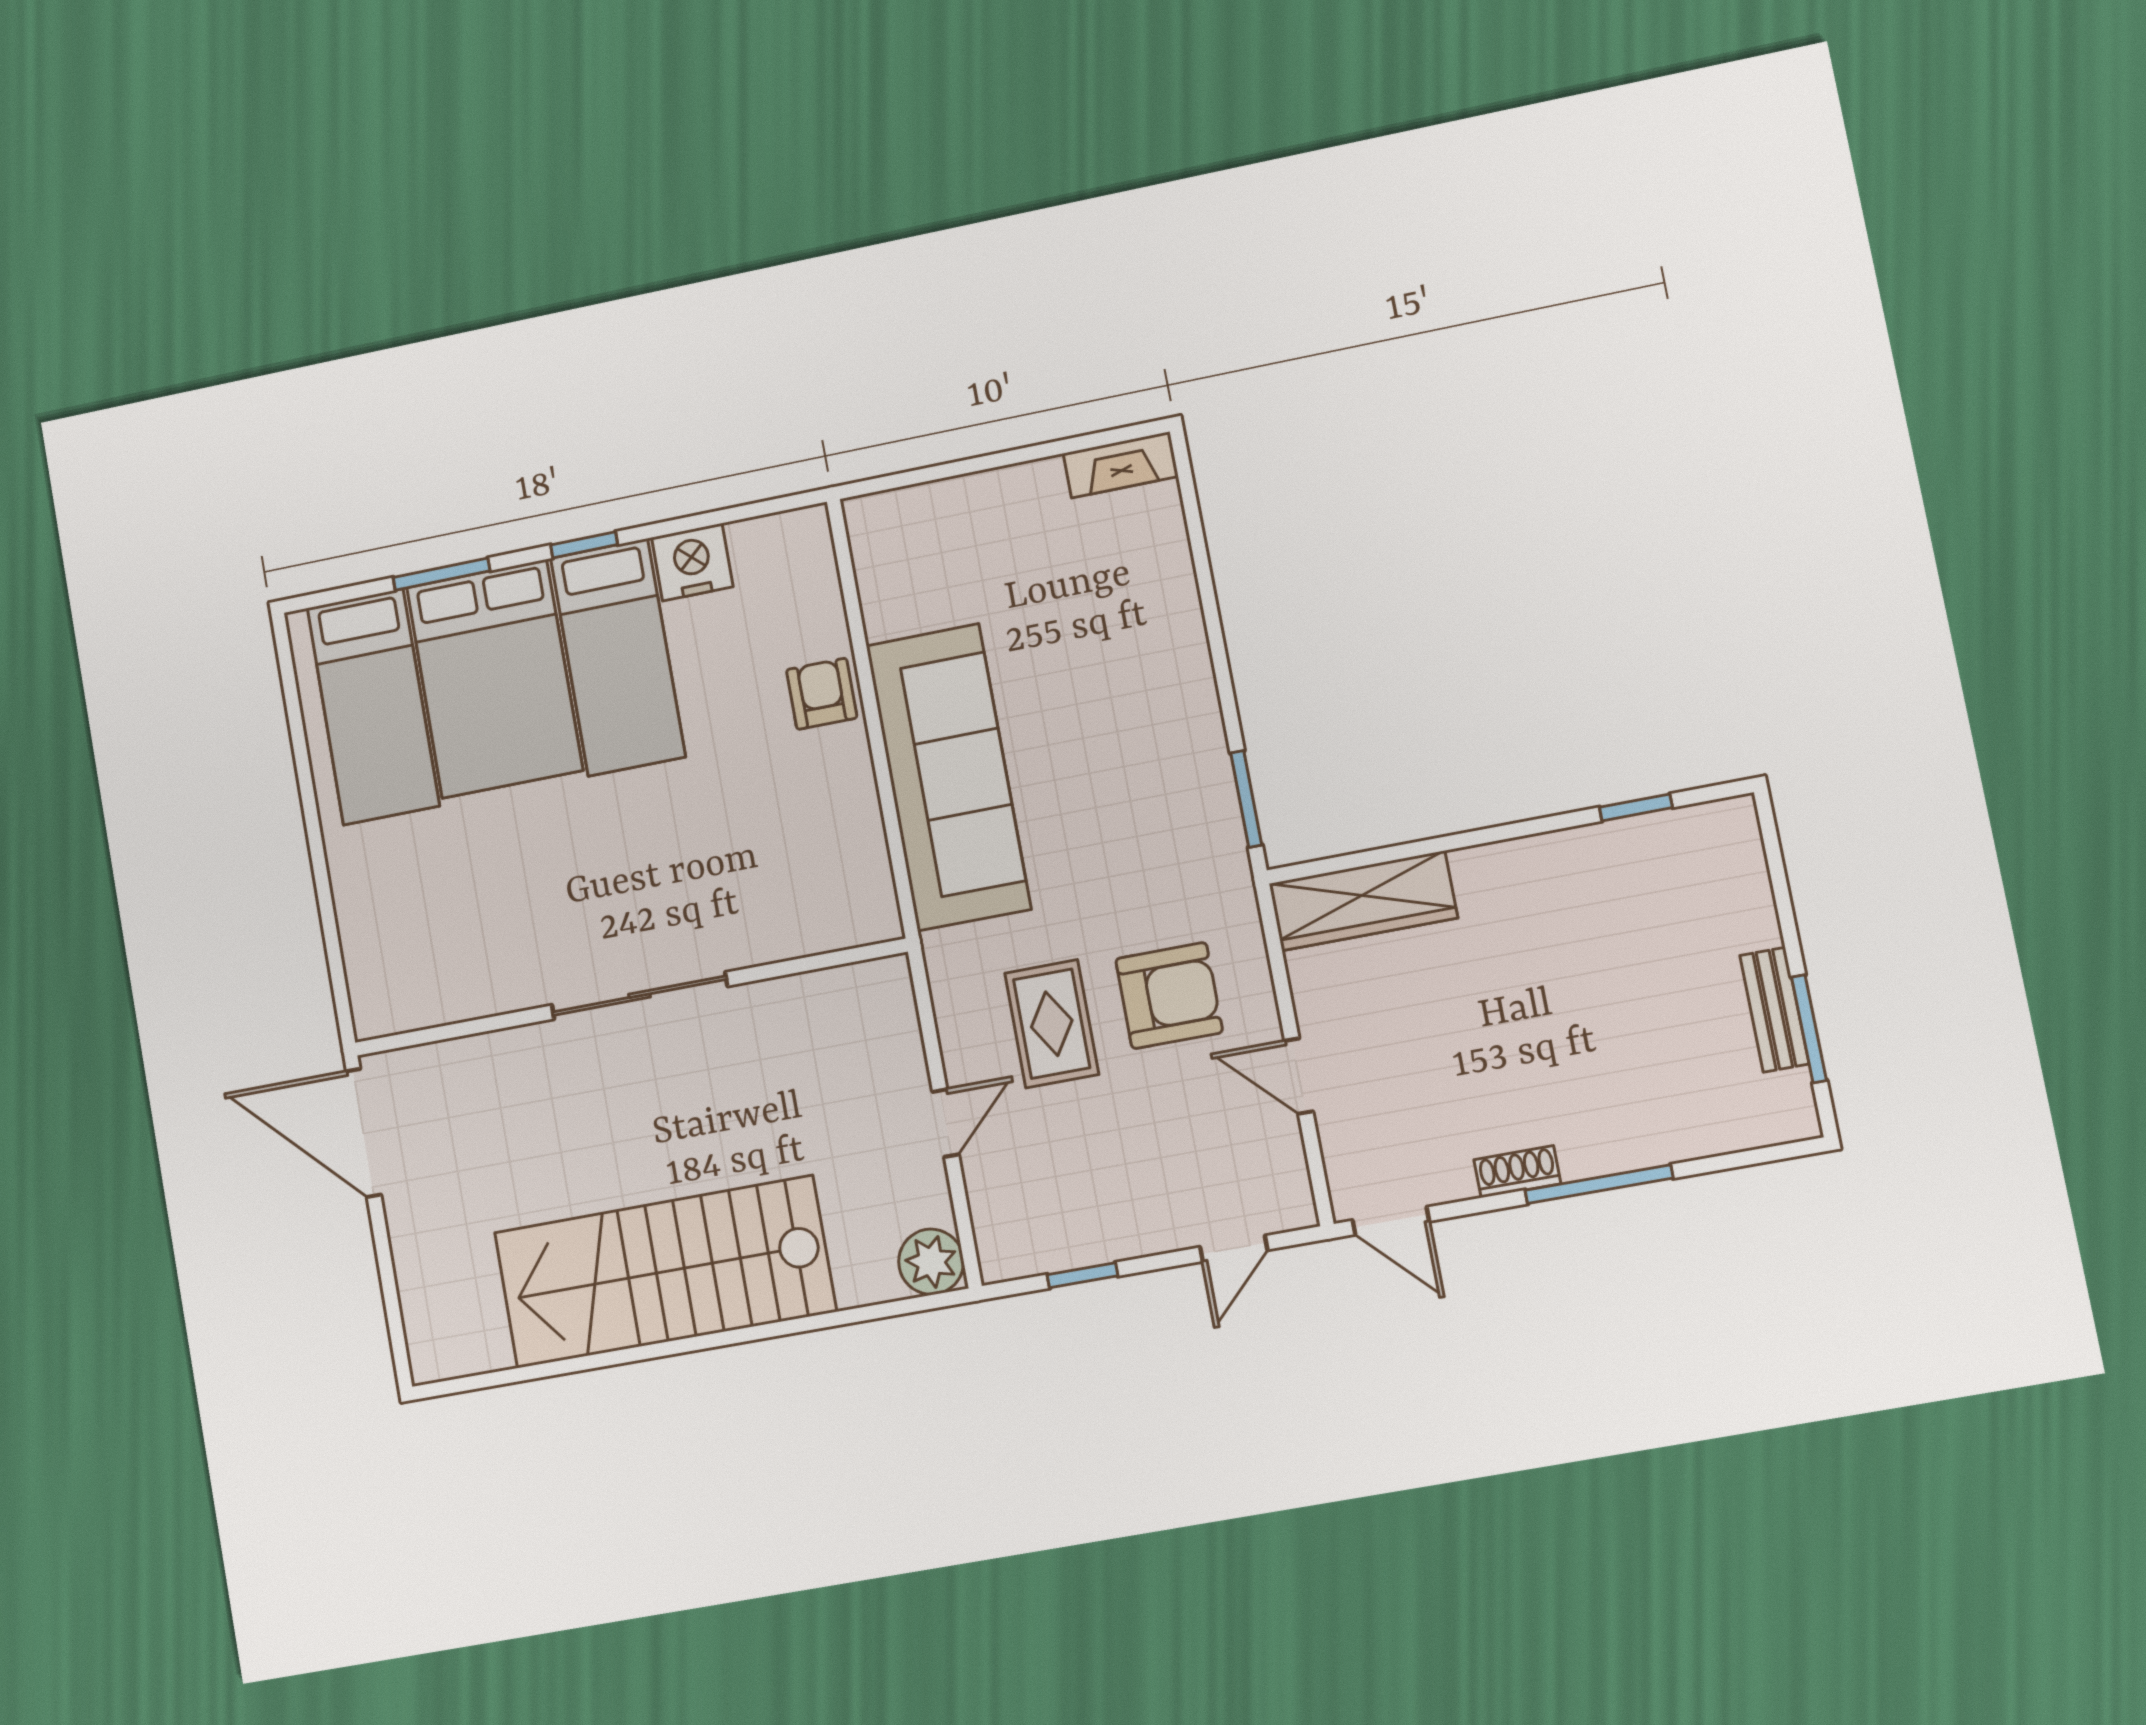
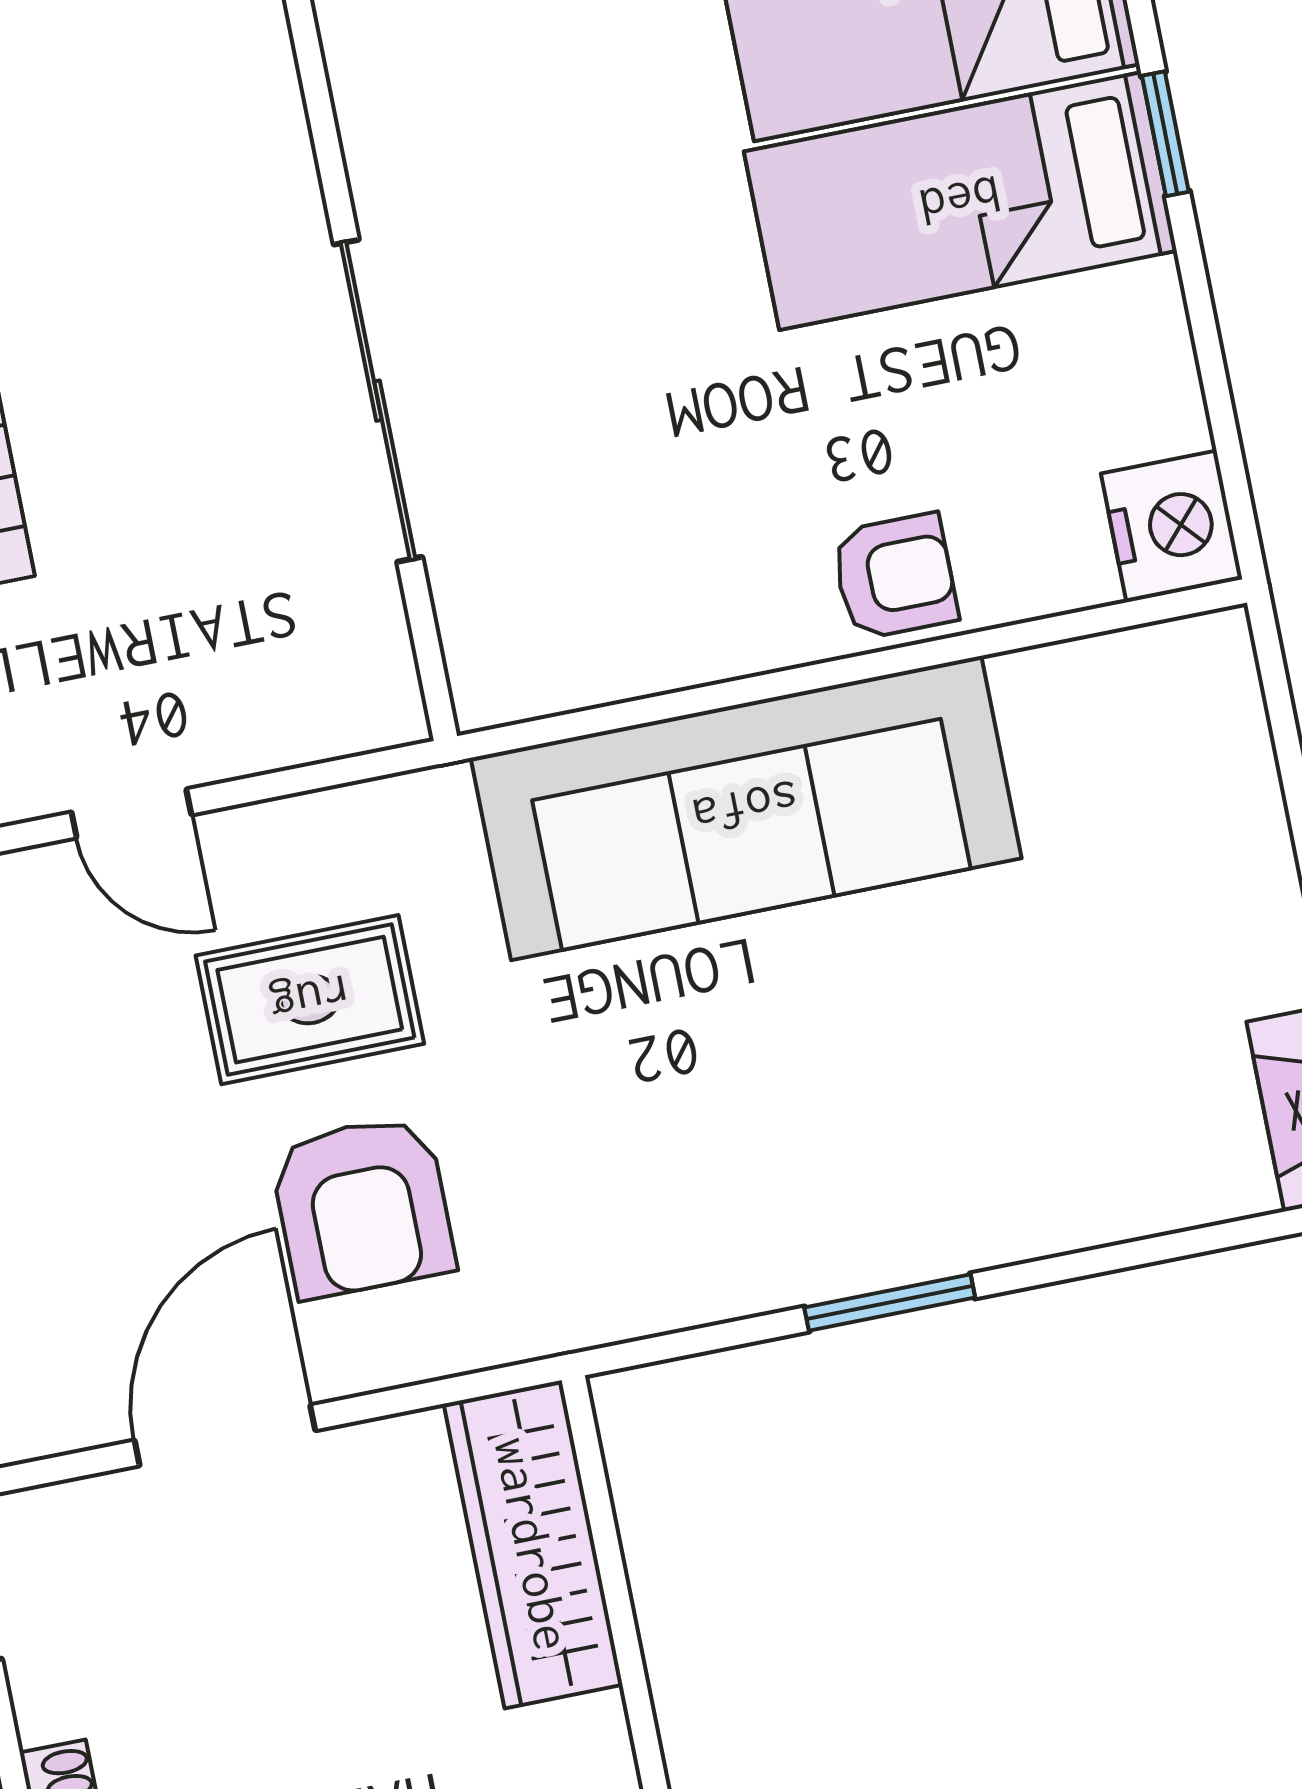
nightstand: (692, 562) -> (1172, 526), moved
window: (1246, 799) -> (890, 1302), moved
sliding door: (639, 996) -> (378, 401), moved
door: (1299, 1076) -> (225, 1435), width x1.38

